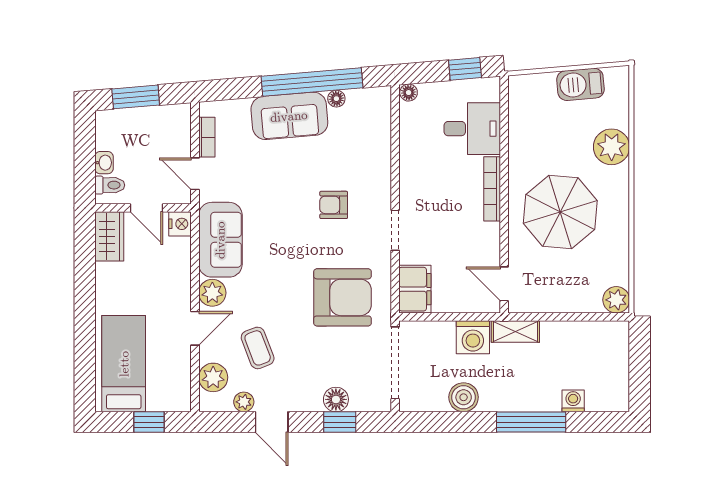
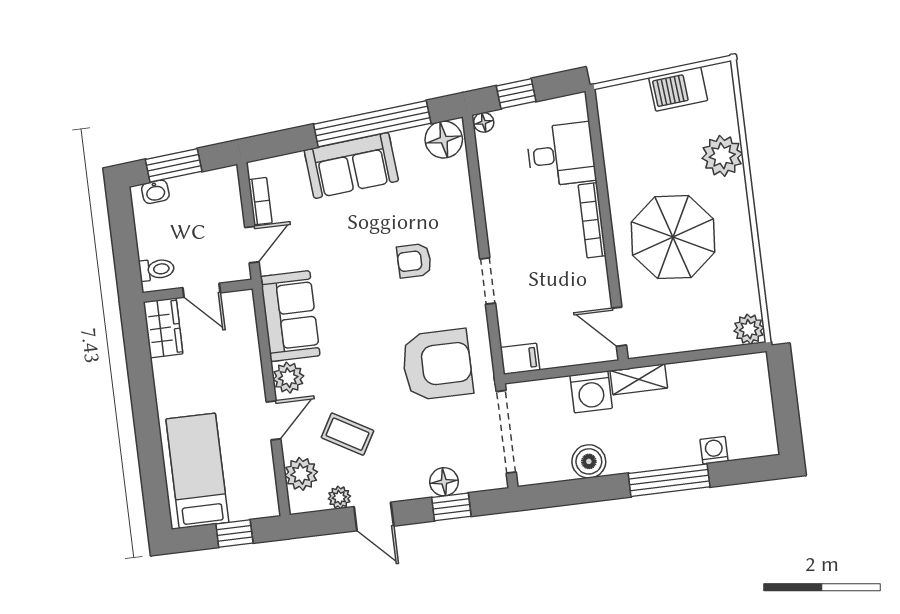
window: (465, 69) -> (516, 94), moved
floor lamp: (336, 99) -> (444, 140), moved, width x1.89, depth x1.89
washbasin: (104, 163) -> (155, 192), moved, turned 85
door: (195, 174) -> (252, 245), swing flipped
nightstand: (180, 224) -> (242, 304), removed
filing cabinet: (415, 289) -> (520, 359), width x0.50
coffee table: (258, 348) -> (348, 434), turned -39

